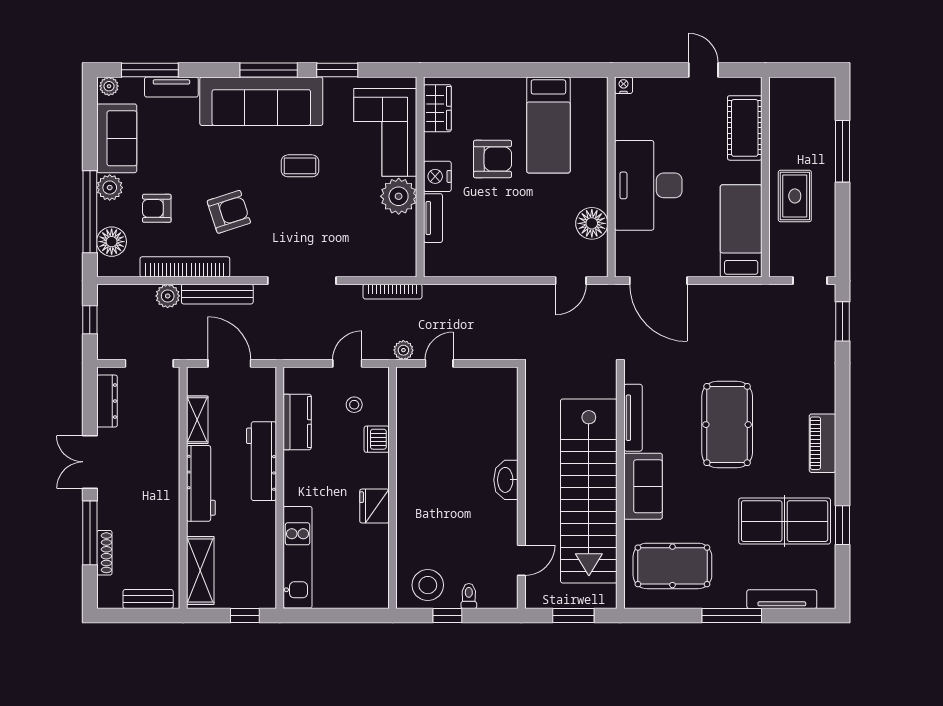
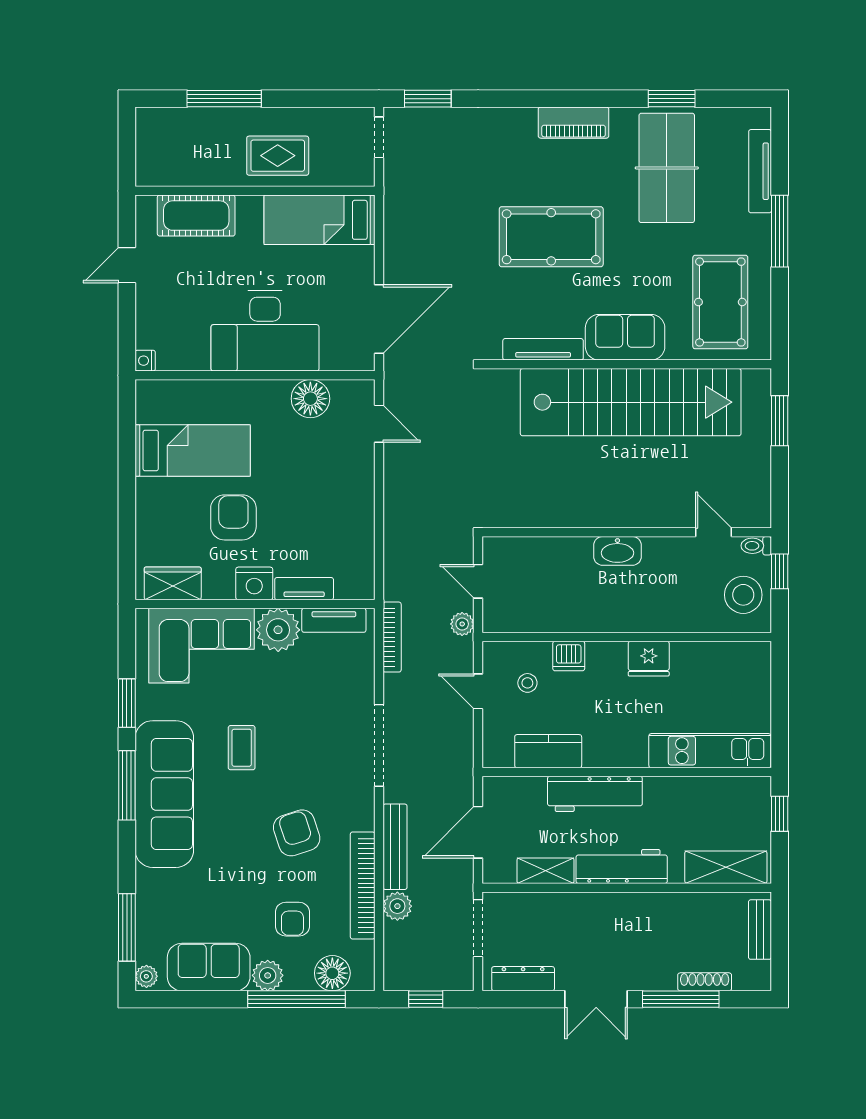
tv unit: (171, 87) -> (334, 620), moved, turned 90
washbasin: (506, 480) -> (617, 551), moved
wall: (521, 488) -> (627, 532), moved
door: (521, 560) -> (714, 532), moved

